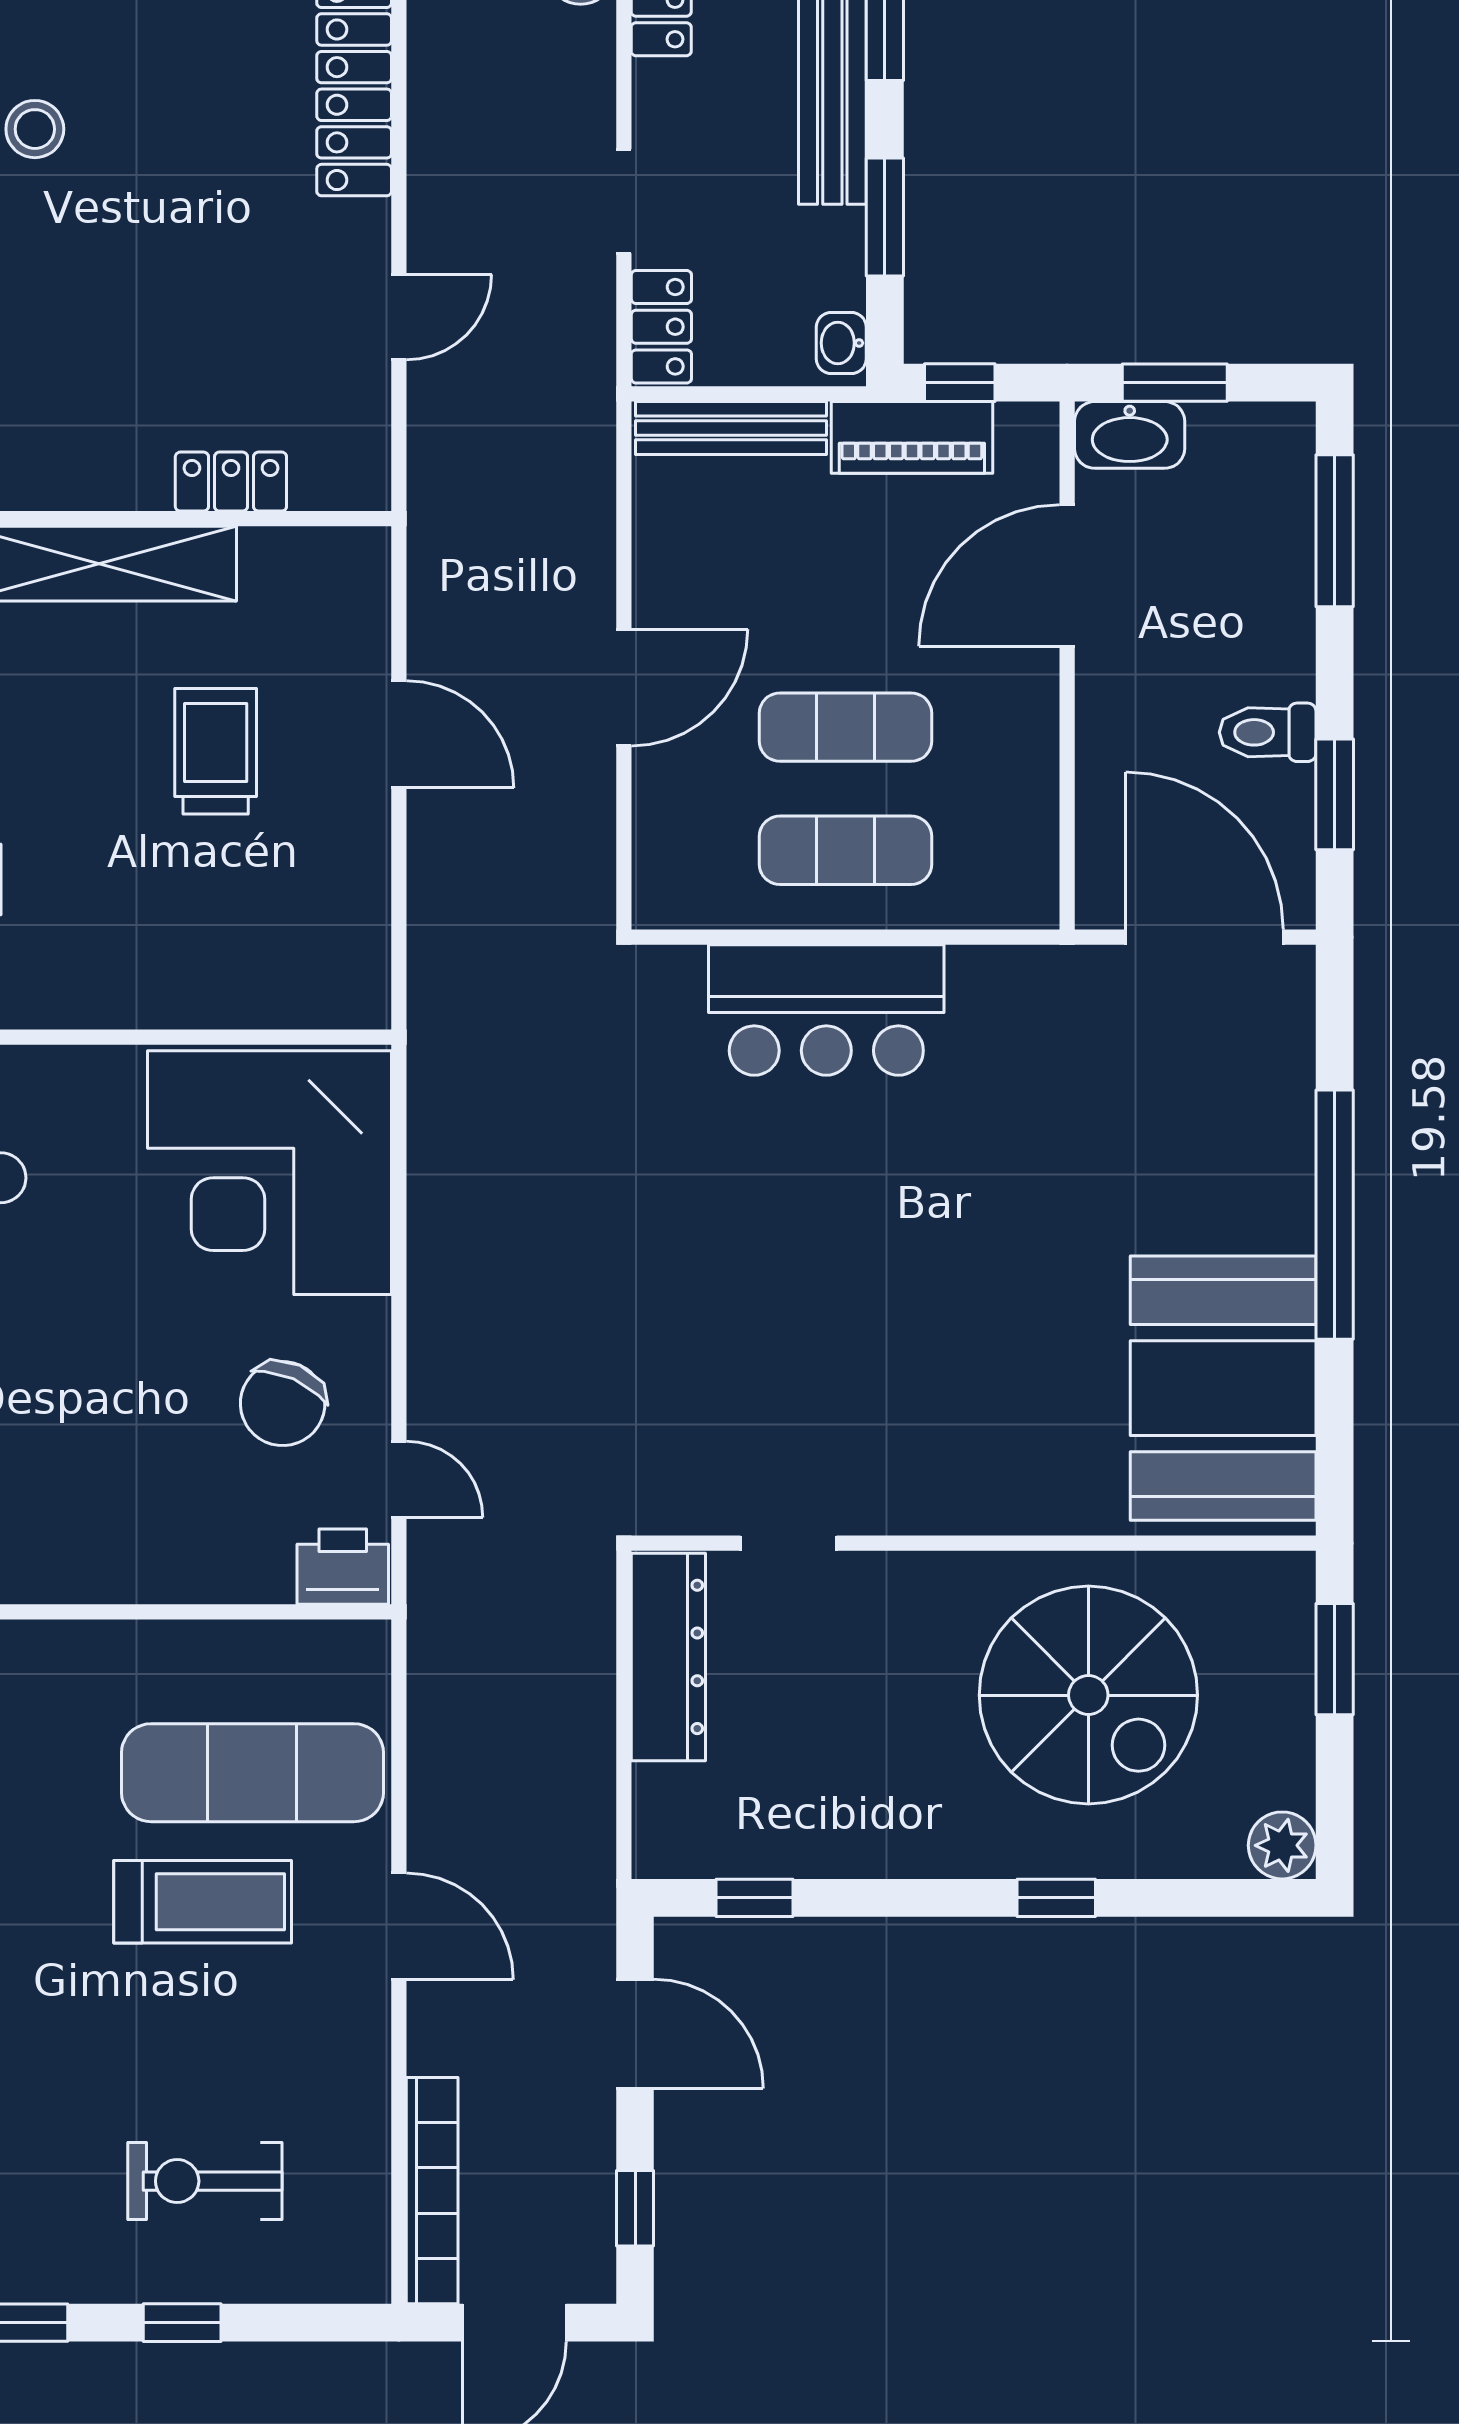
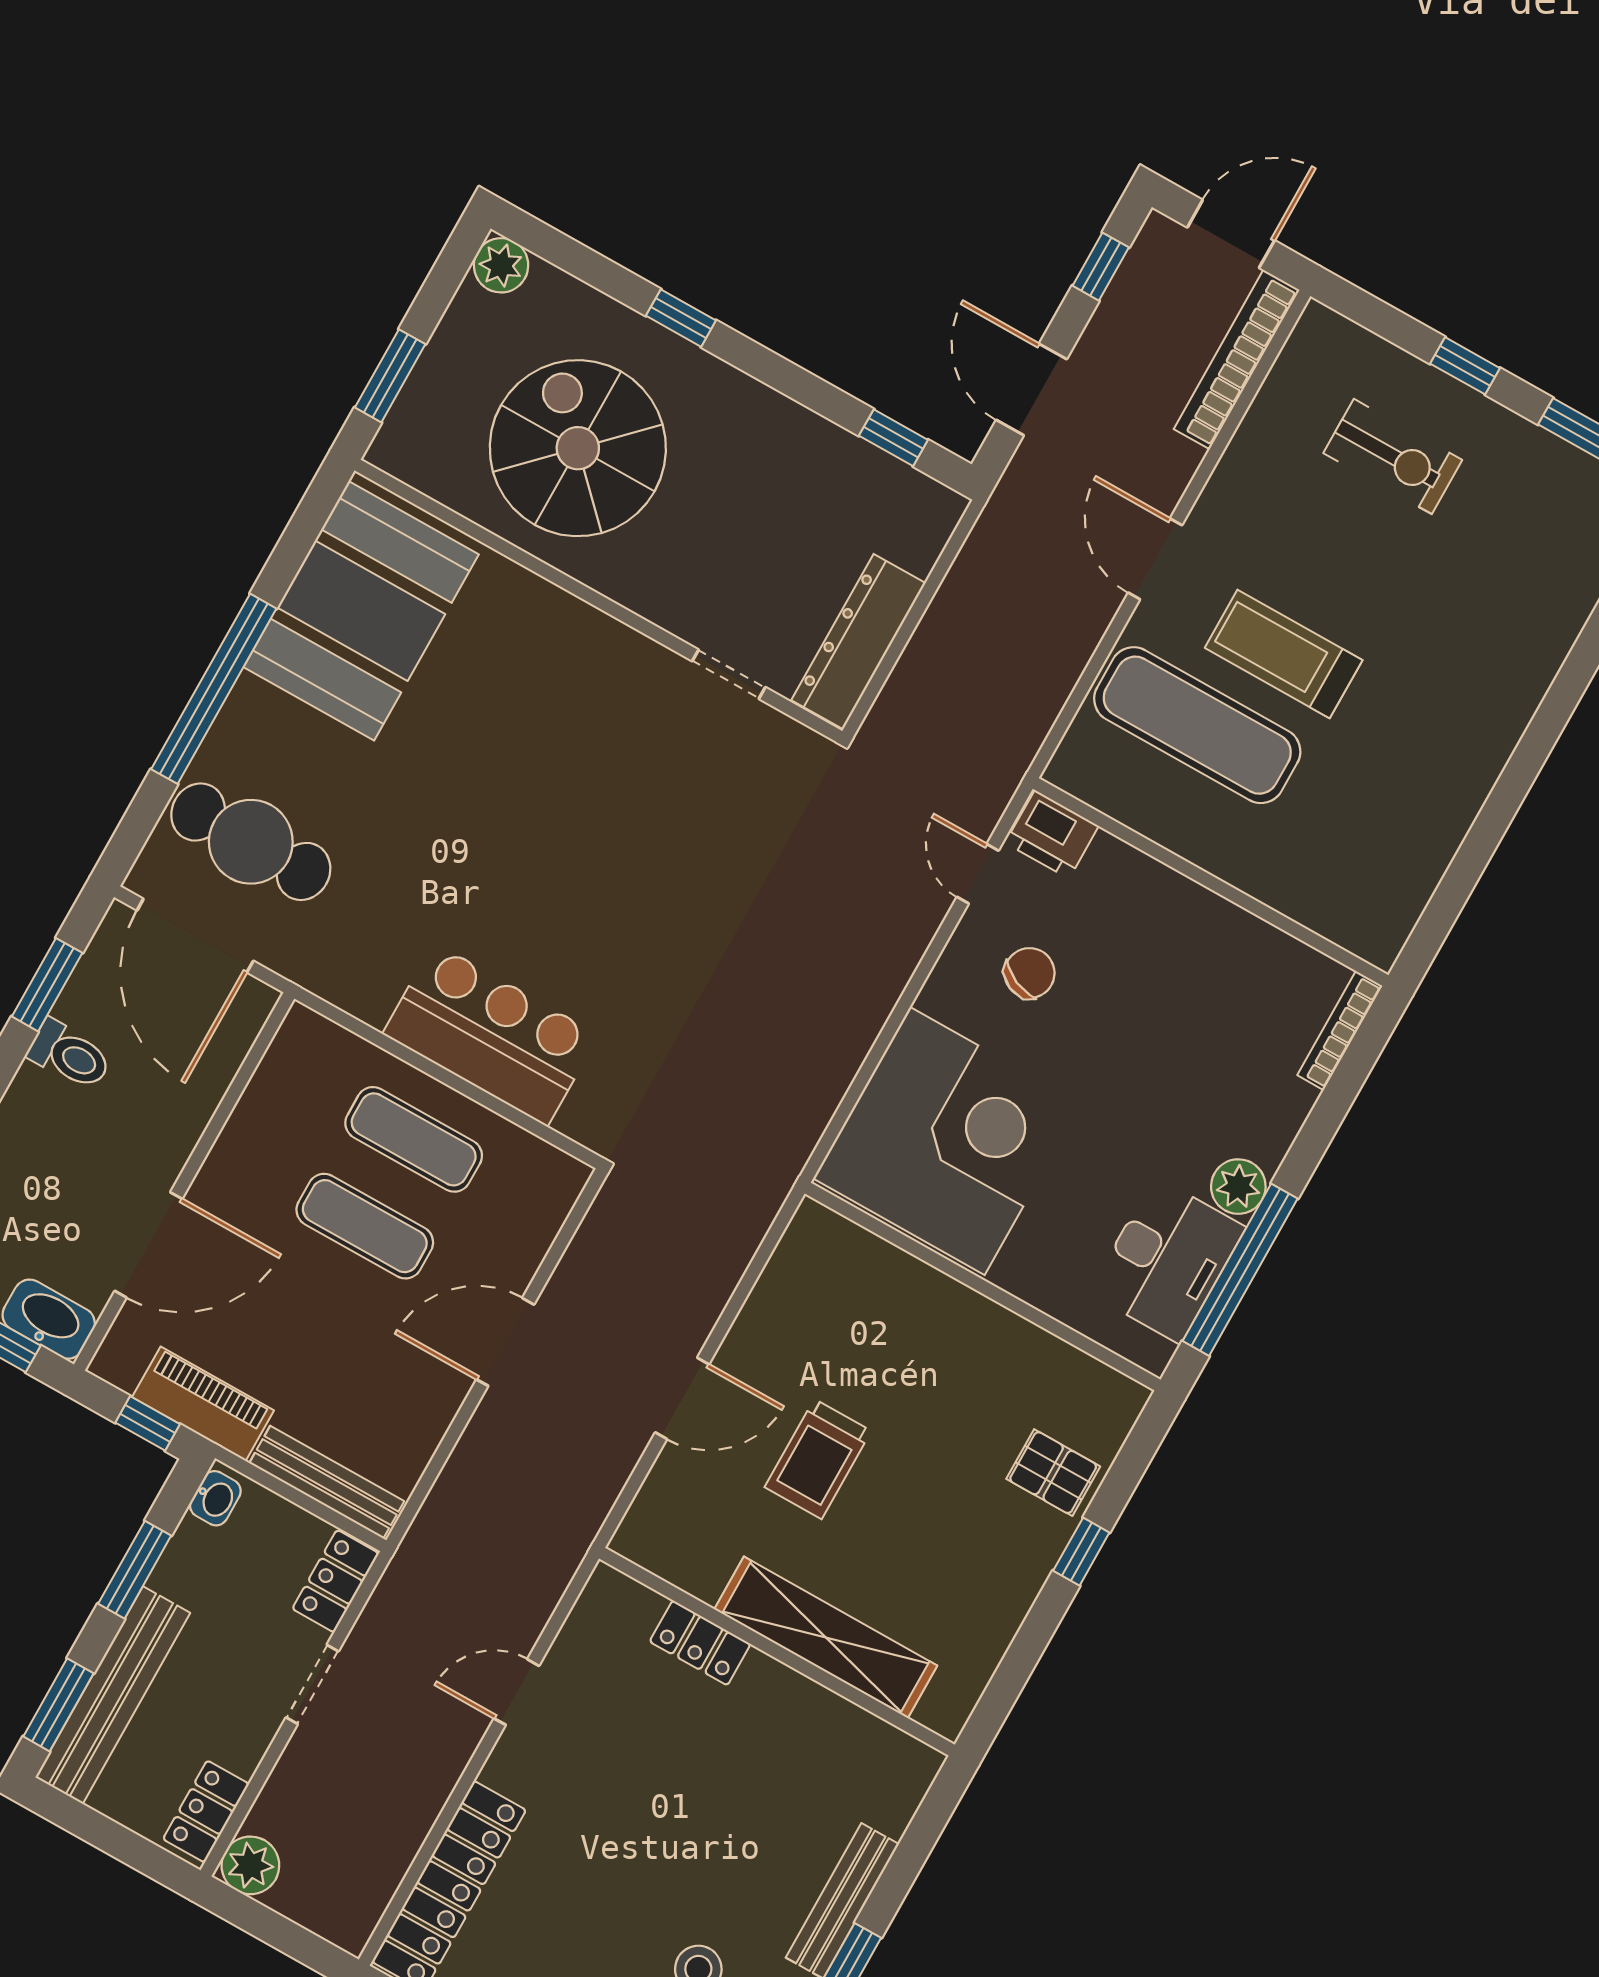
door: (399, 734) -> (682, 1398), swing flipped
cafe table: (1202, 1072) -> (251, 842), added
chair: (283, 1404) -> (1030, 973), width x0.73, depth x0.73

